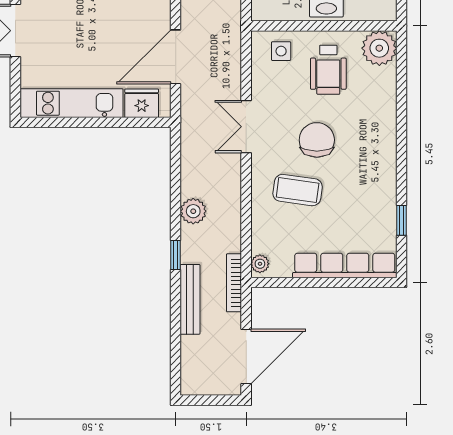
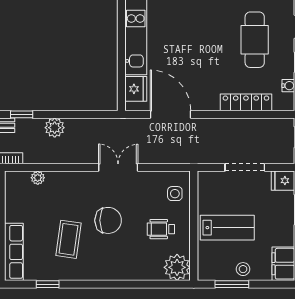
wheelchair: (328, 70) -> (161, 229), width x0.73, depth x0.73
coffee table: (298, 190) -> (68, 239), moved
plant: (260, 264) -> (38, 178), moved
row of seats: (345, 265) -> (14, 252), width x0.73

